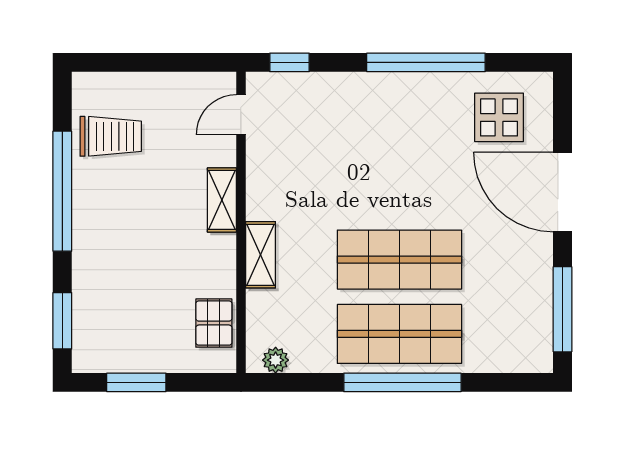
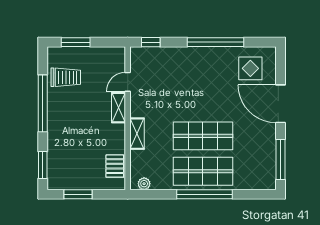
window: (131, 62) -> (76, 42), added
door: (241, 115) -> (128, 82), moved

